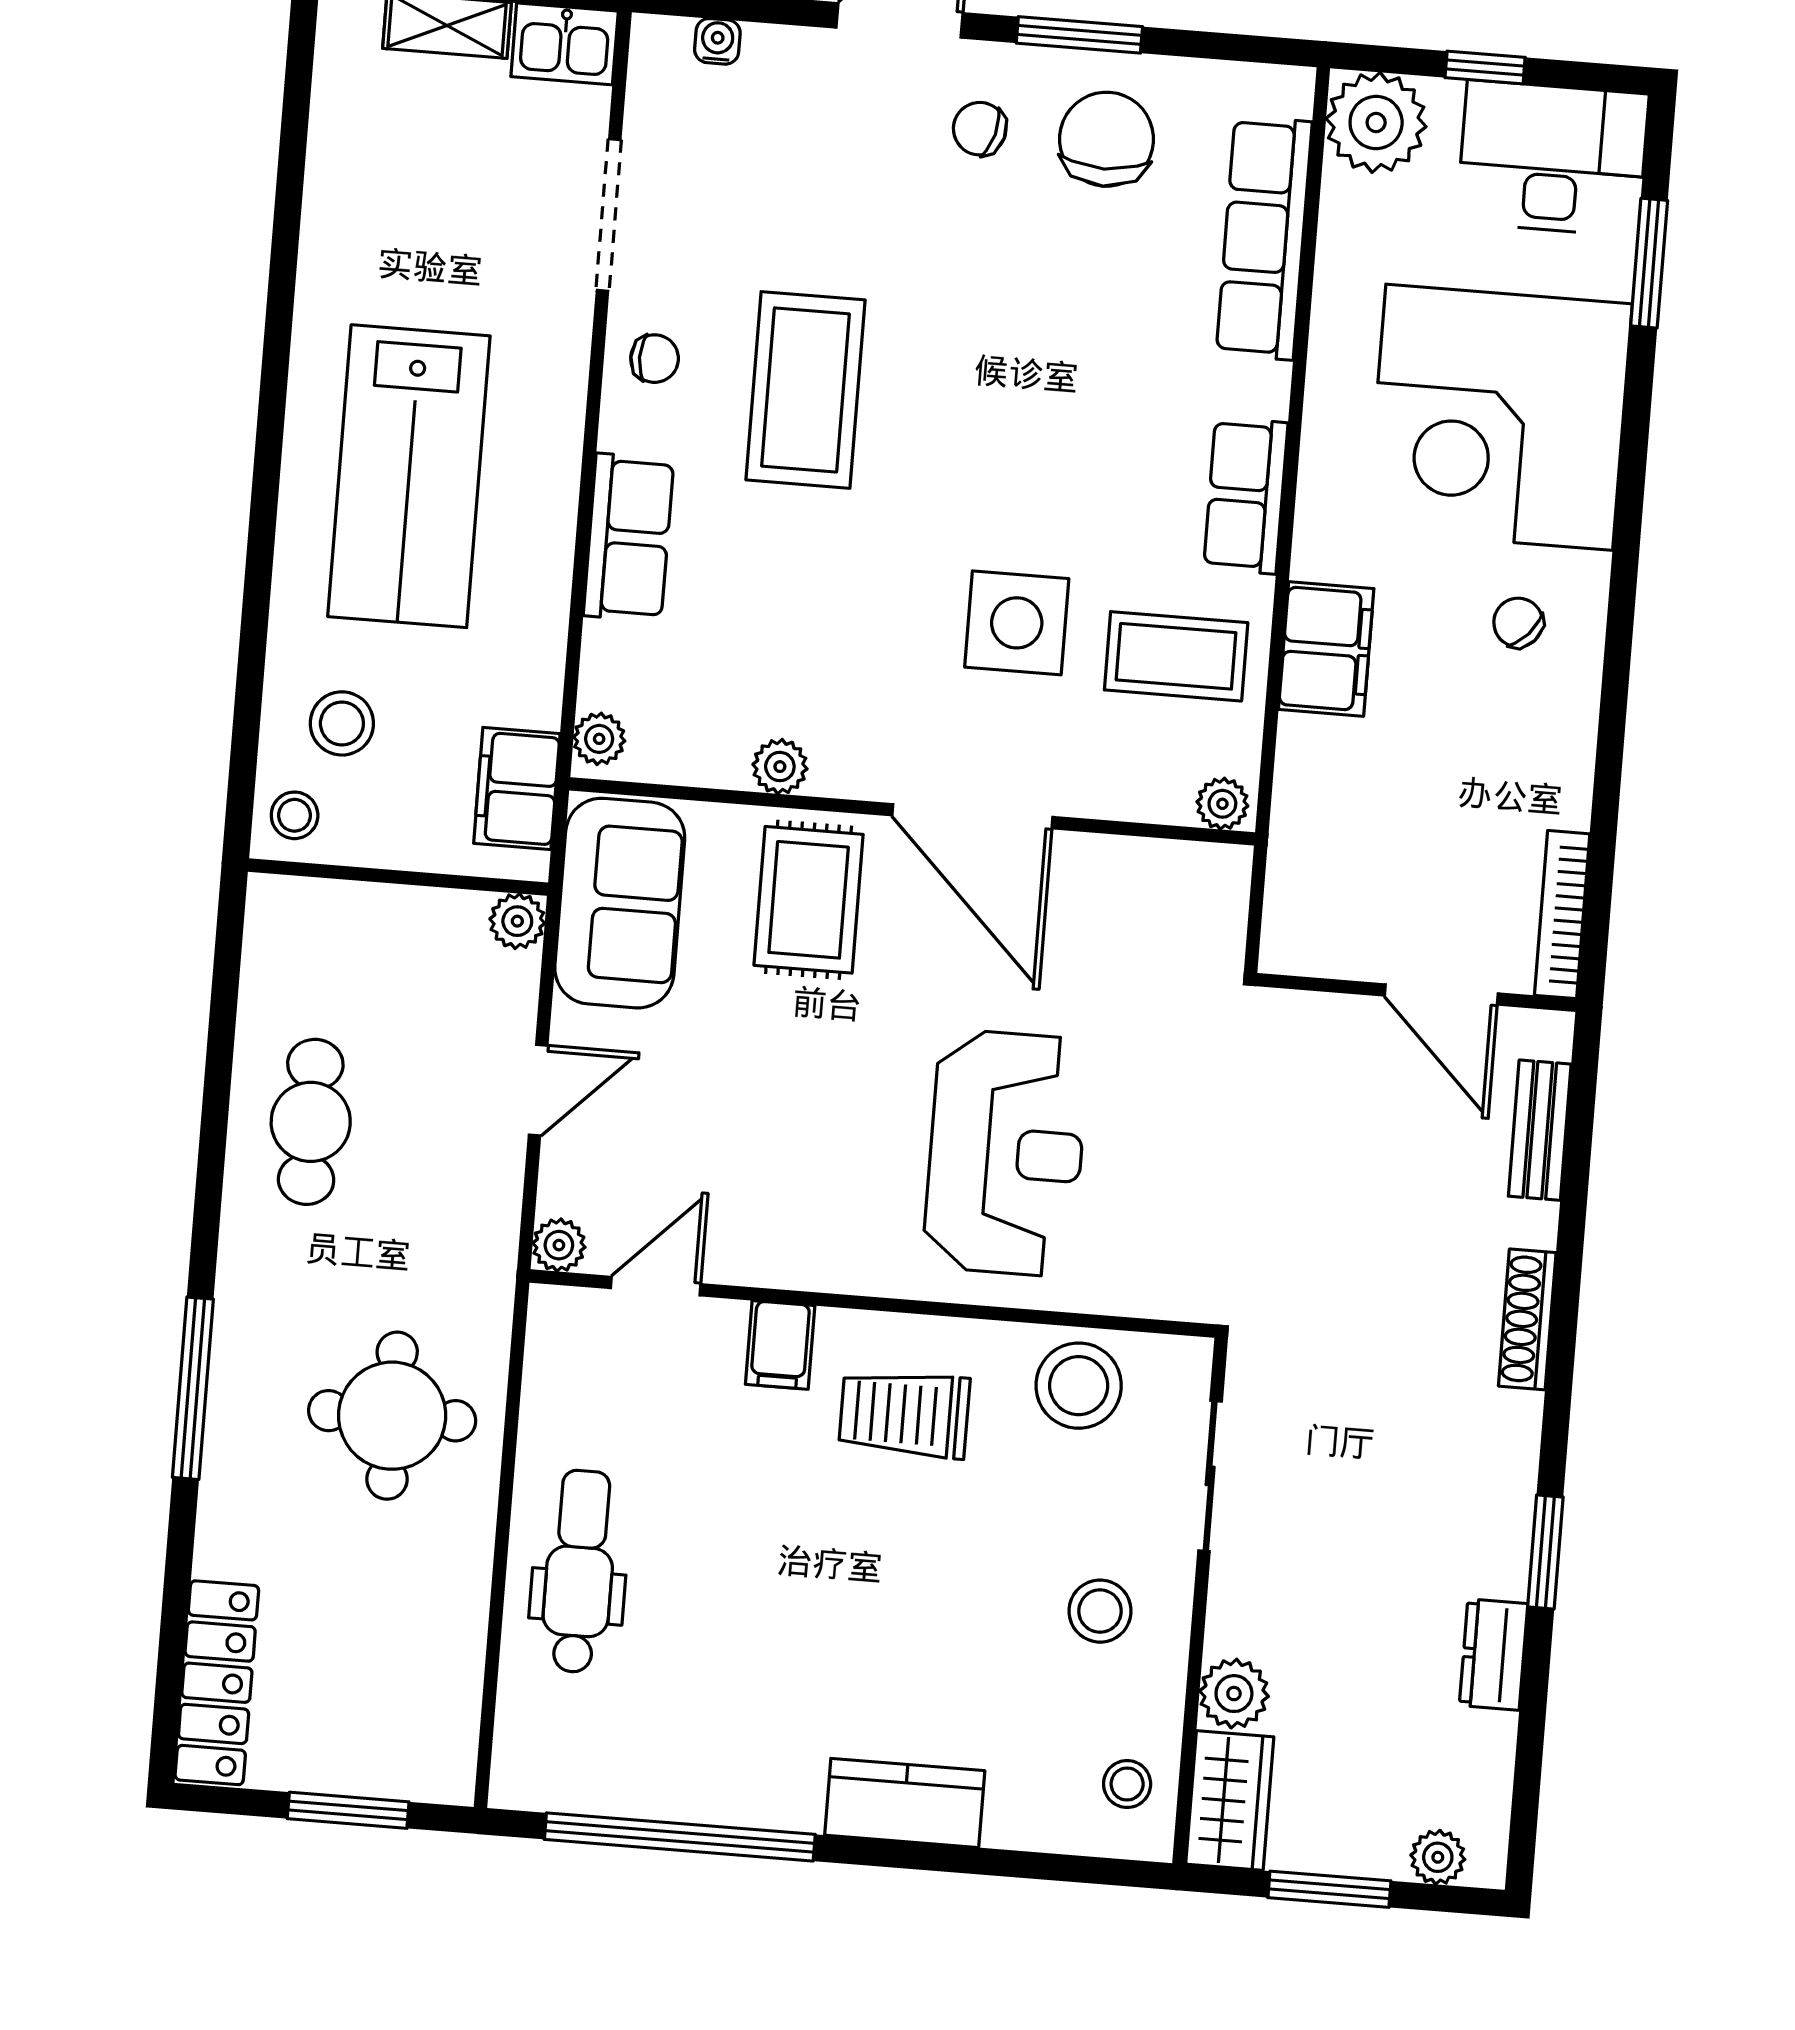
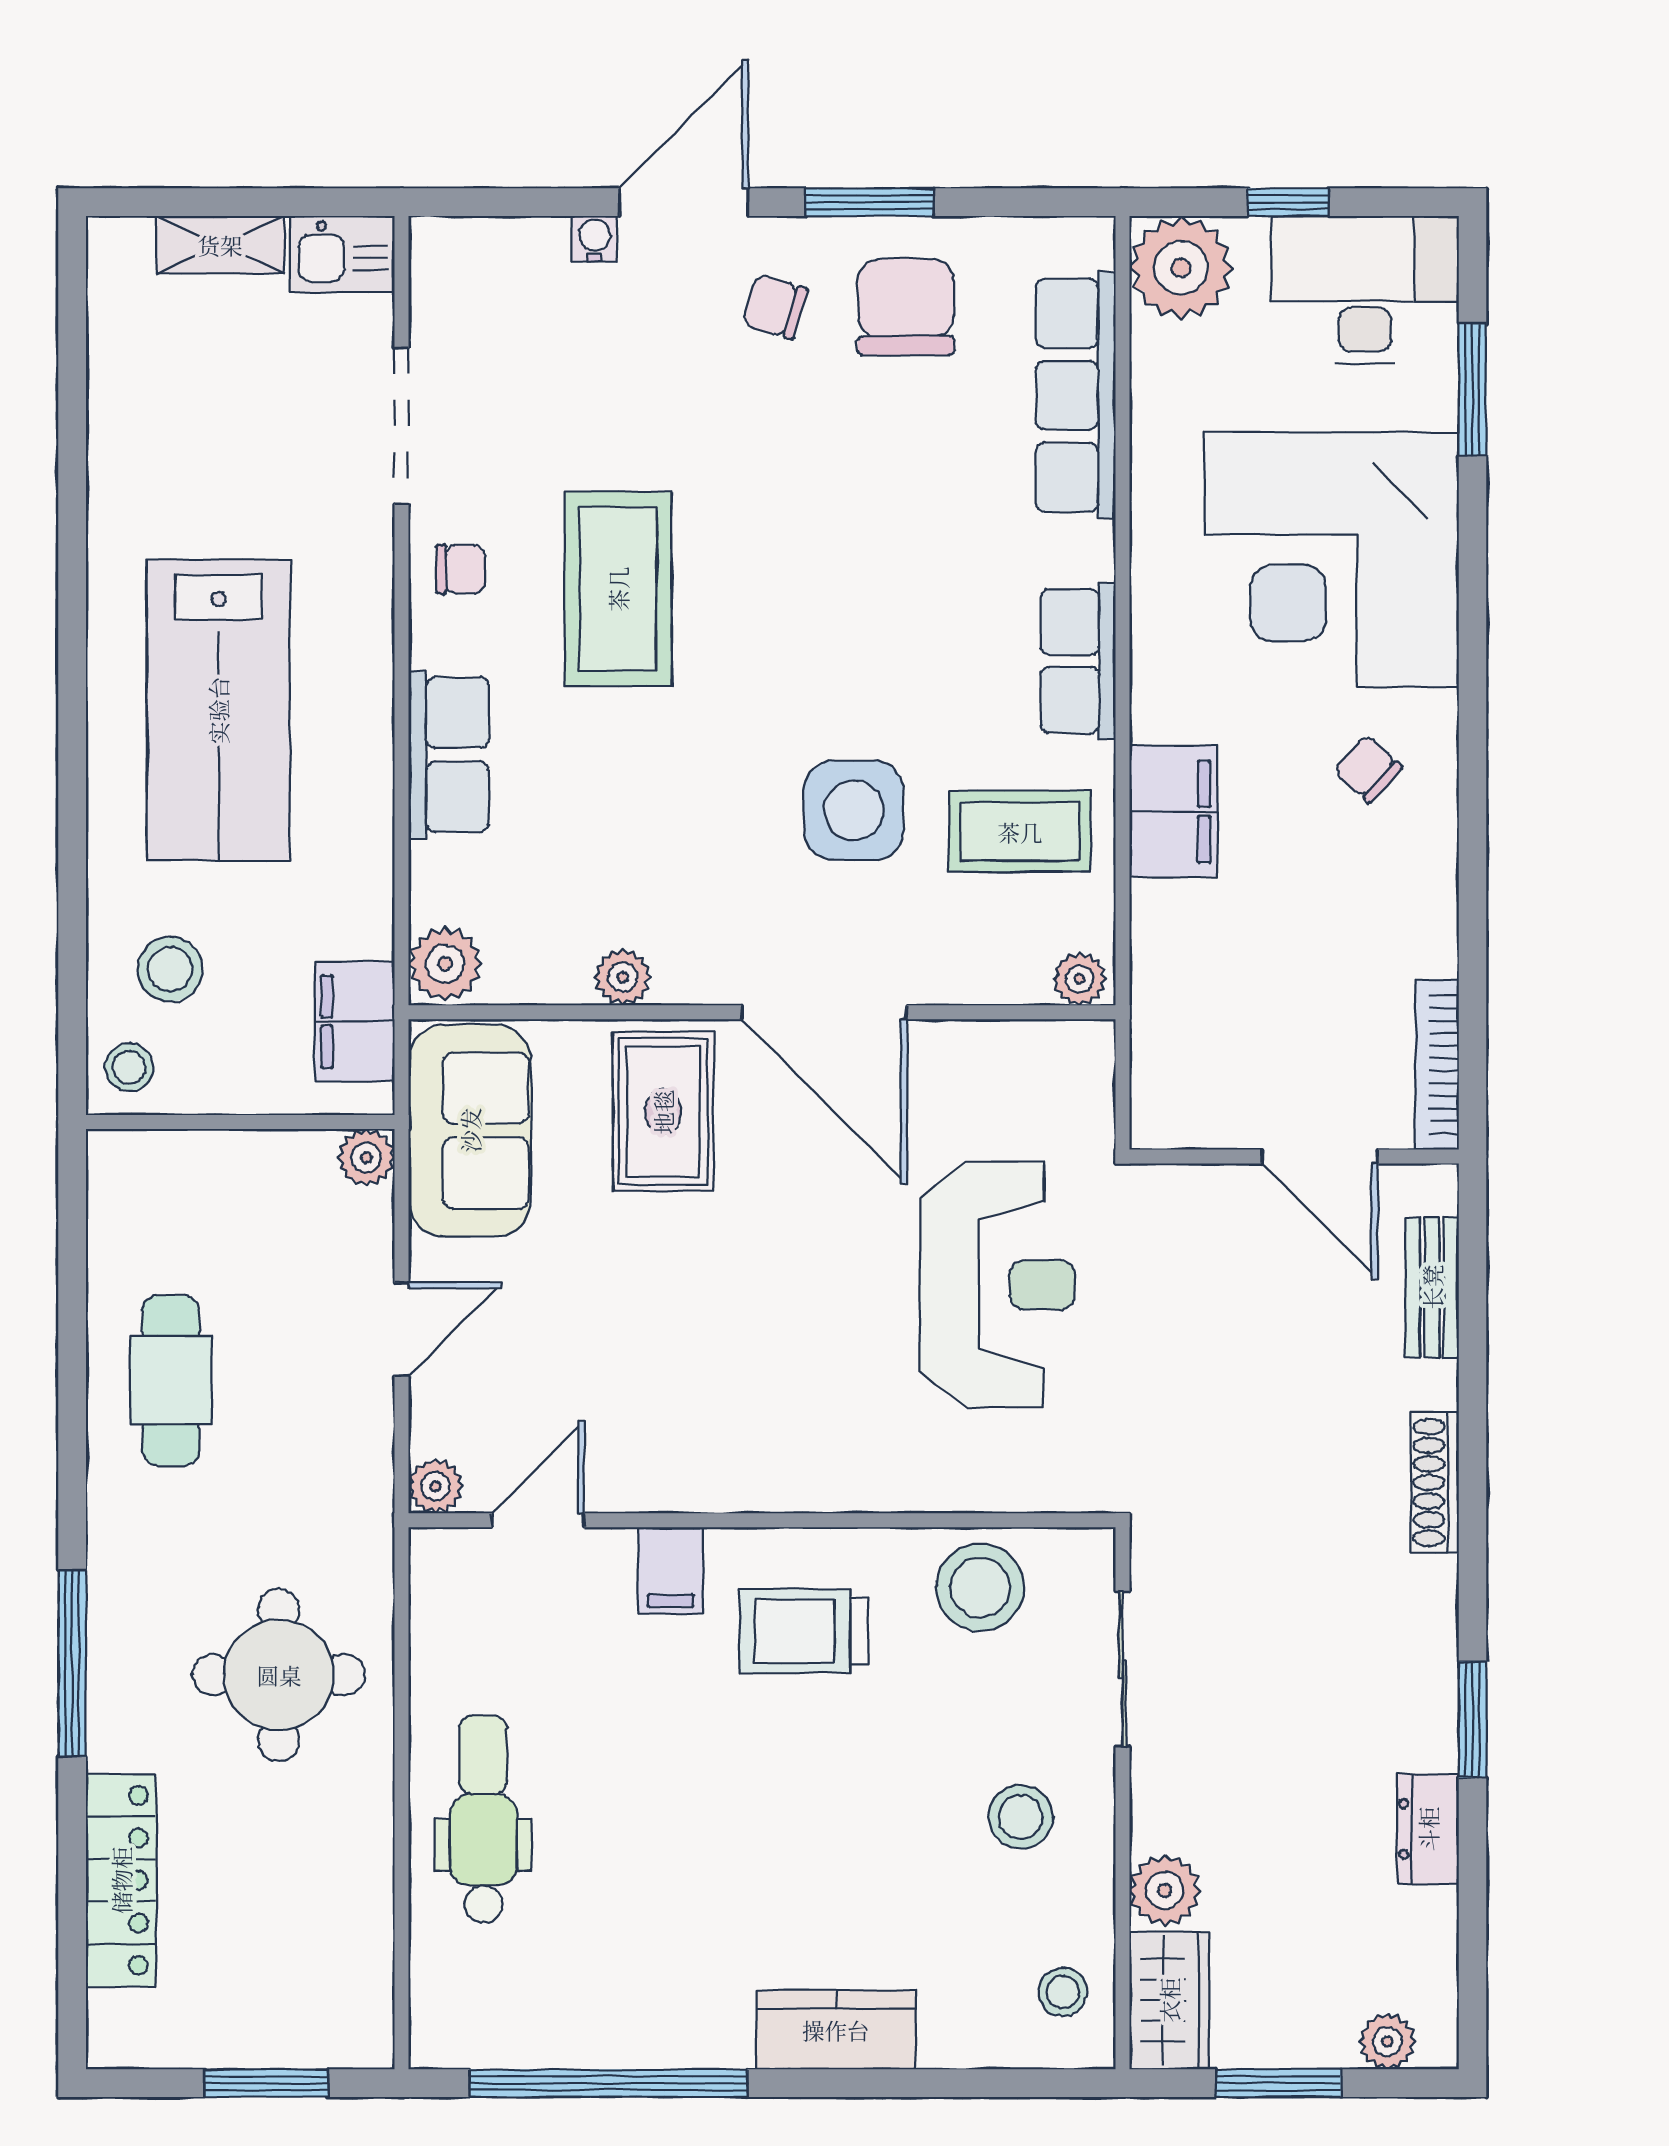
water cooler: (717, 41) -> (595, 239), moved
plant: (599, 739) -> (445, 964), width x1.38, depth x1.38
reception desk: (1006, 1153) -> (997, 1285), moved
locker: (217, 1683) -> (121, 1880), moved

